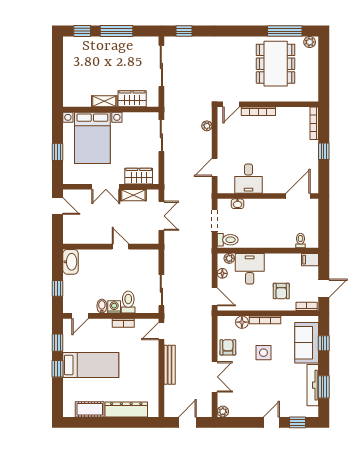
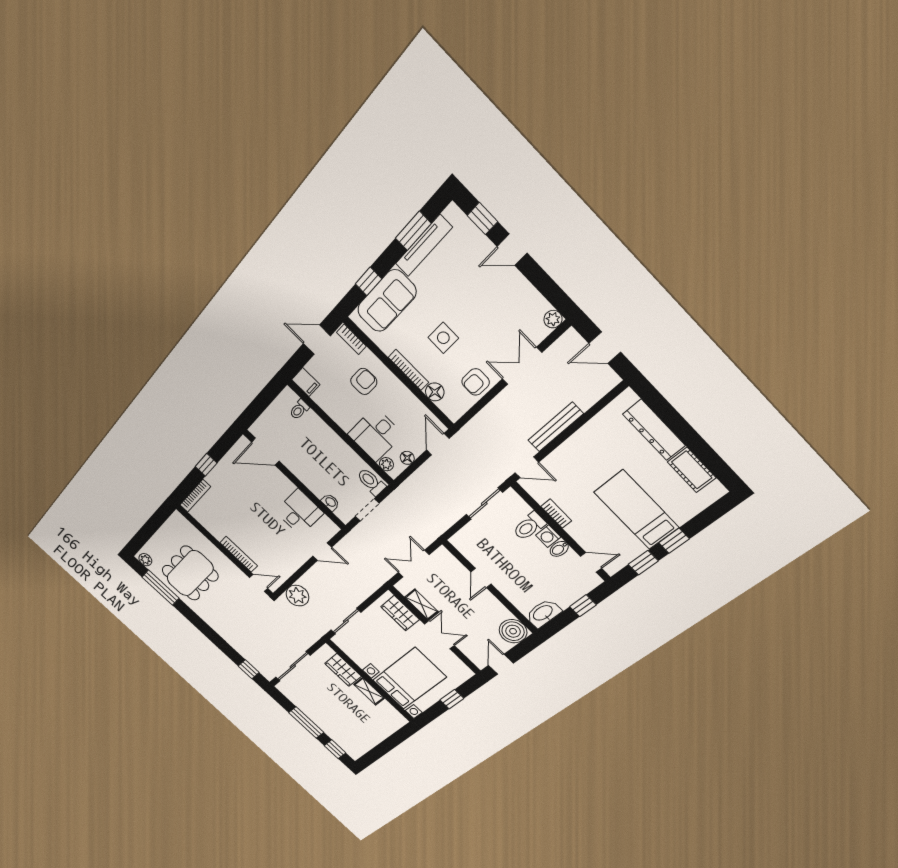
plant: (207, 126) -> (297, 596), width x1.88, depth x1.88
boiler: (73, 234) -> (513, 631), added

